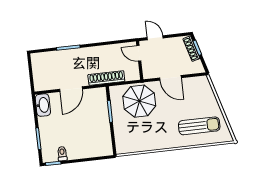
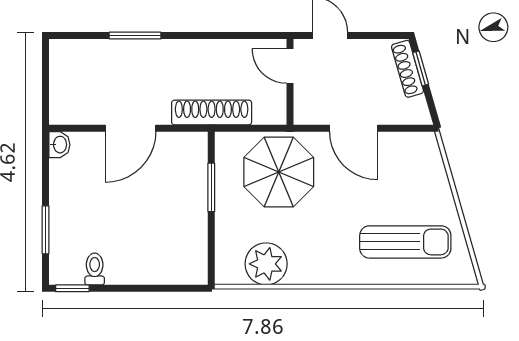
washbasin: (43, 105) -> (59, 145), width x0.52, depth x0.69
plant: (138, 143) -> (266, 264), added

